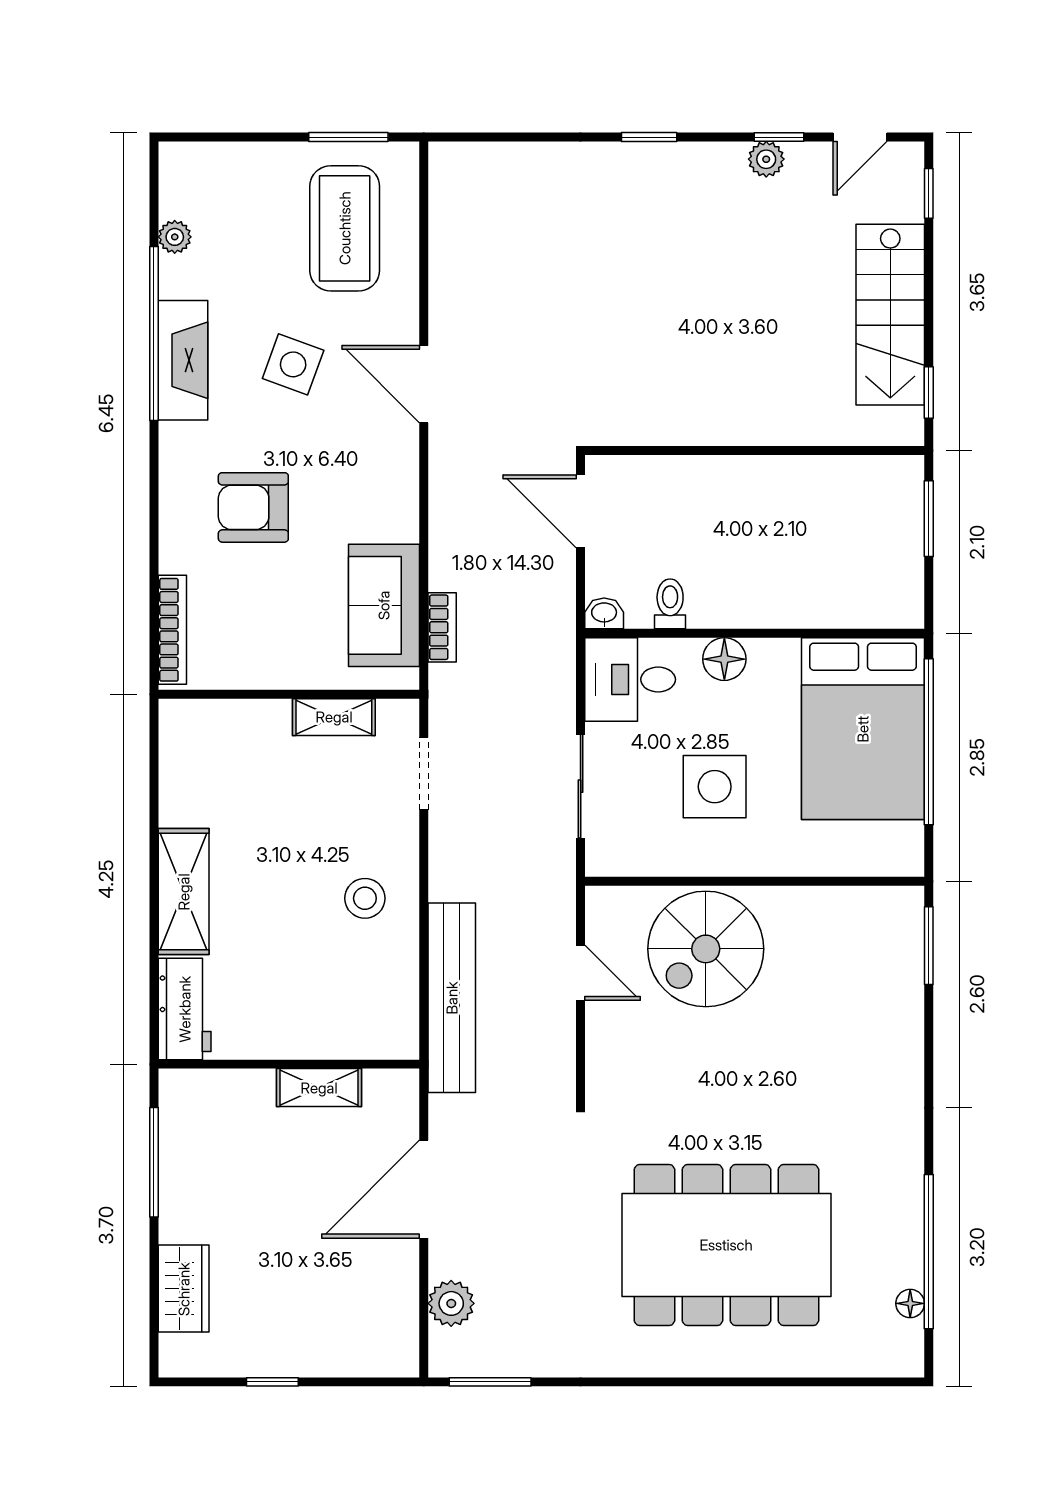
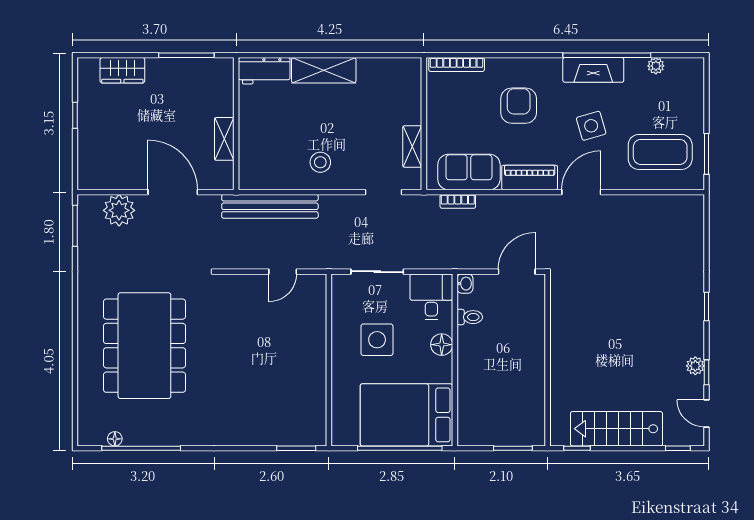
side table: (293, 364) -> (591, 126), turned -36
piano: (395, 486) -> (530, 177), added
spiral stairs: (706, 949) -> (295, 335), removed
plant: (451, 1303) -> (119, 210), width x1.36, depth x1.36

